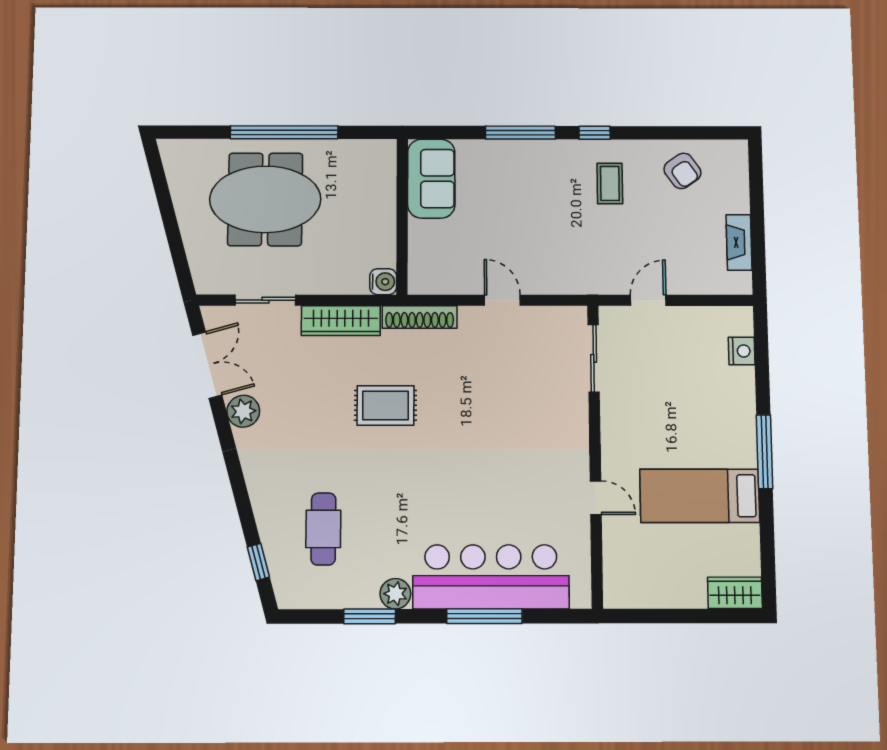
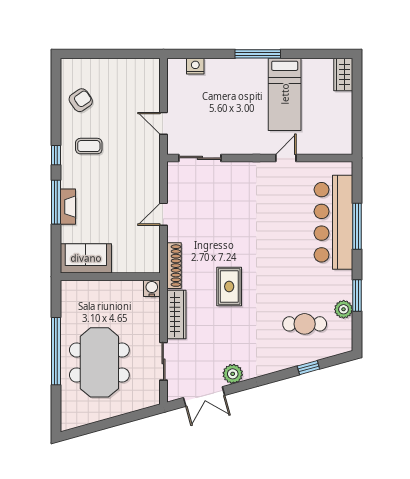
fireplace: (739, 242) -> (68, 207), moved, turned -90
double door: (207, 365) -> (204, 397), swing flipped
window: (258, 562) -> (308, 368), moved
plant: (395, 594) -> (344, 309), moved

